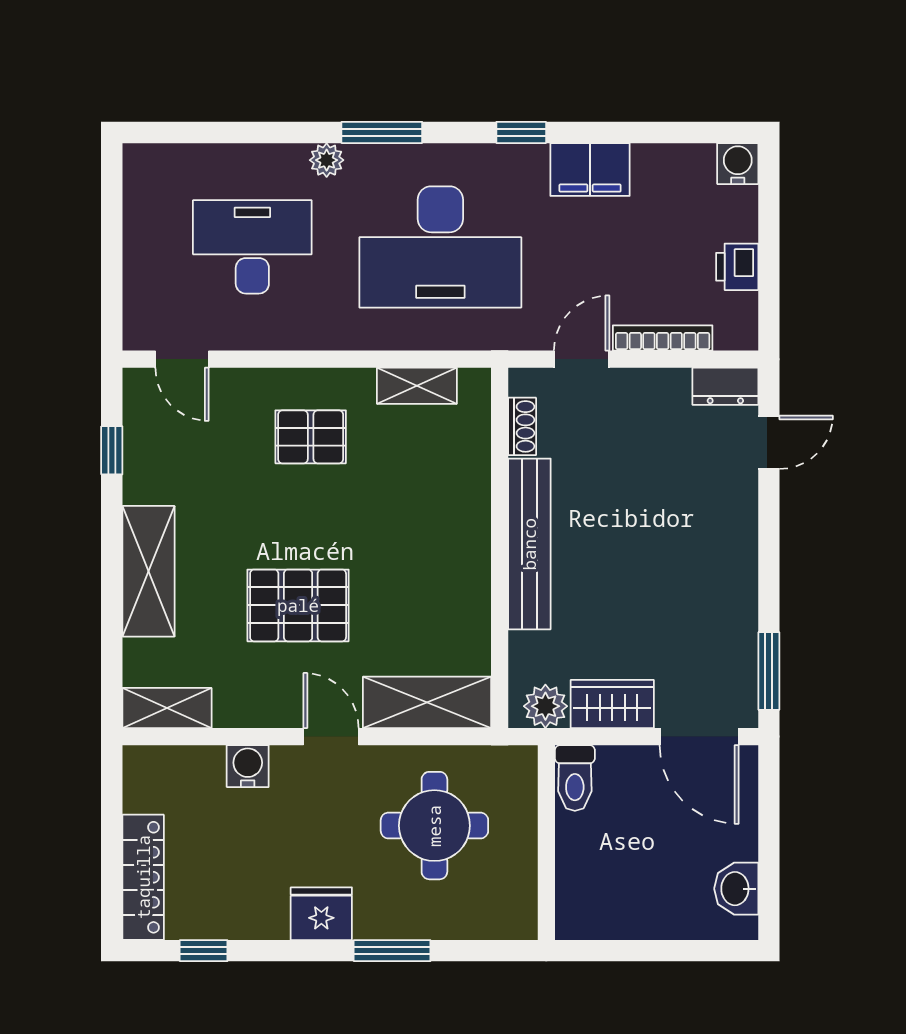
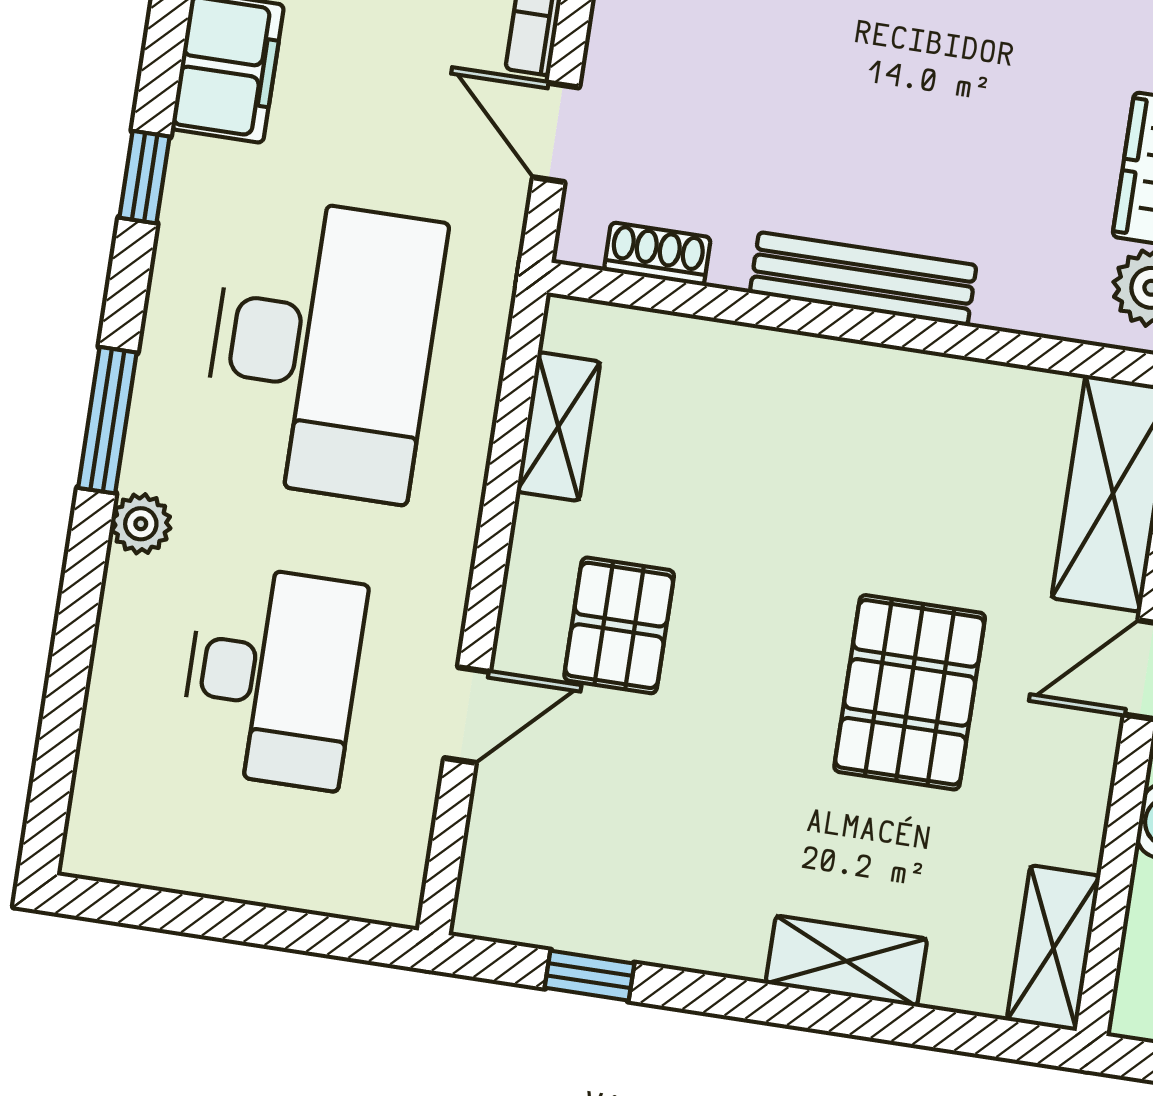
desk: (252, 247) -> (272, 676), turned 180
door: (182, 359) -> (467, 715), moved
bench: (529, 544) -> (863, 279), width x0.73, depth x0.82
shelving: (149, 571) -> (846, 961), width x0.67, depth x0.75

